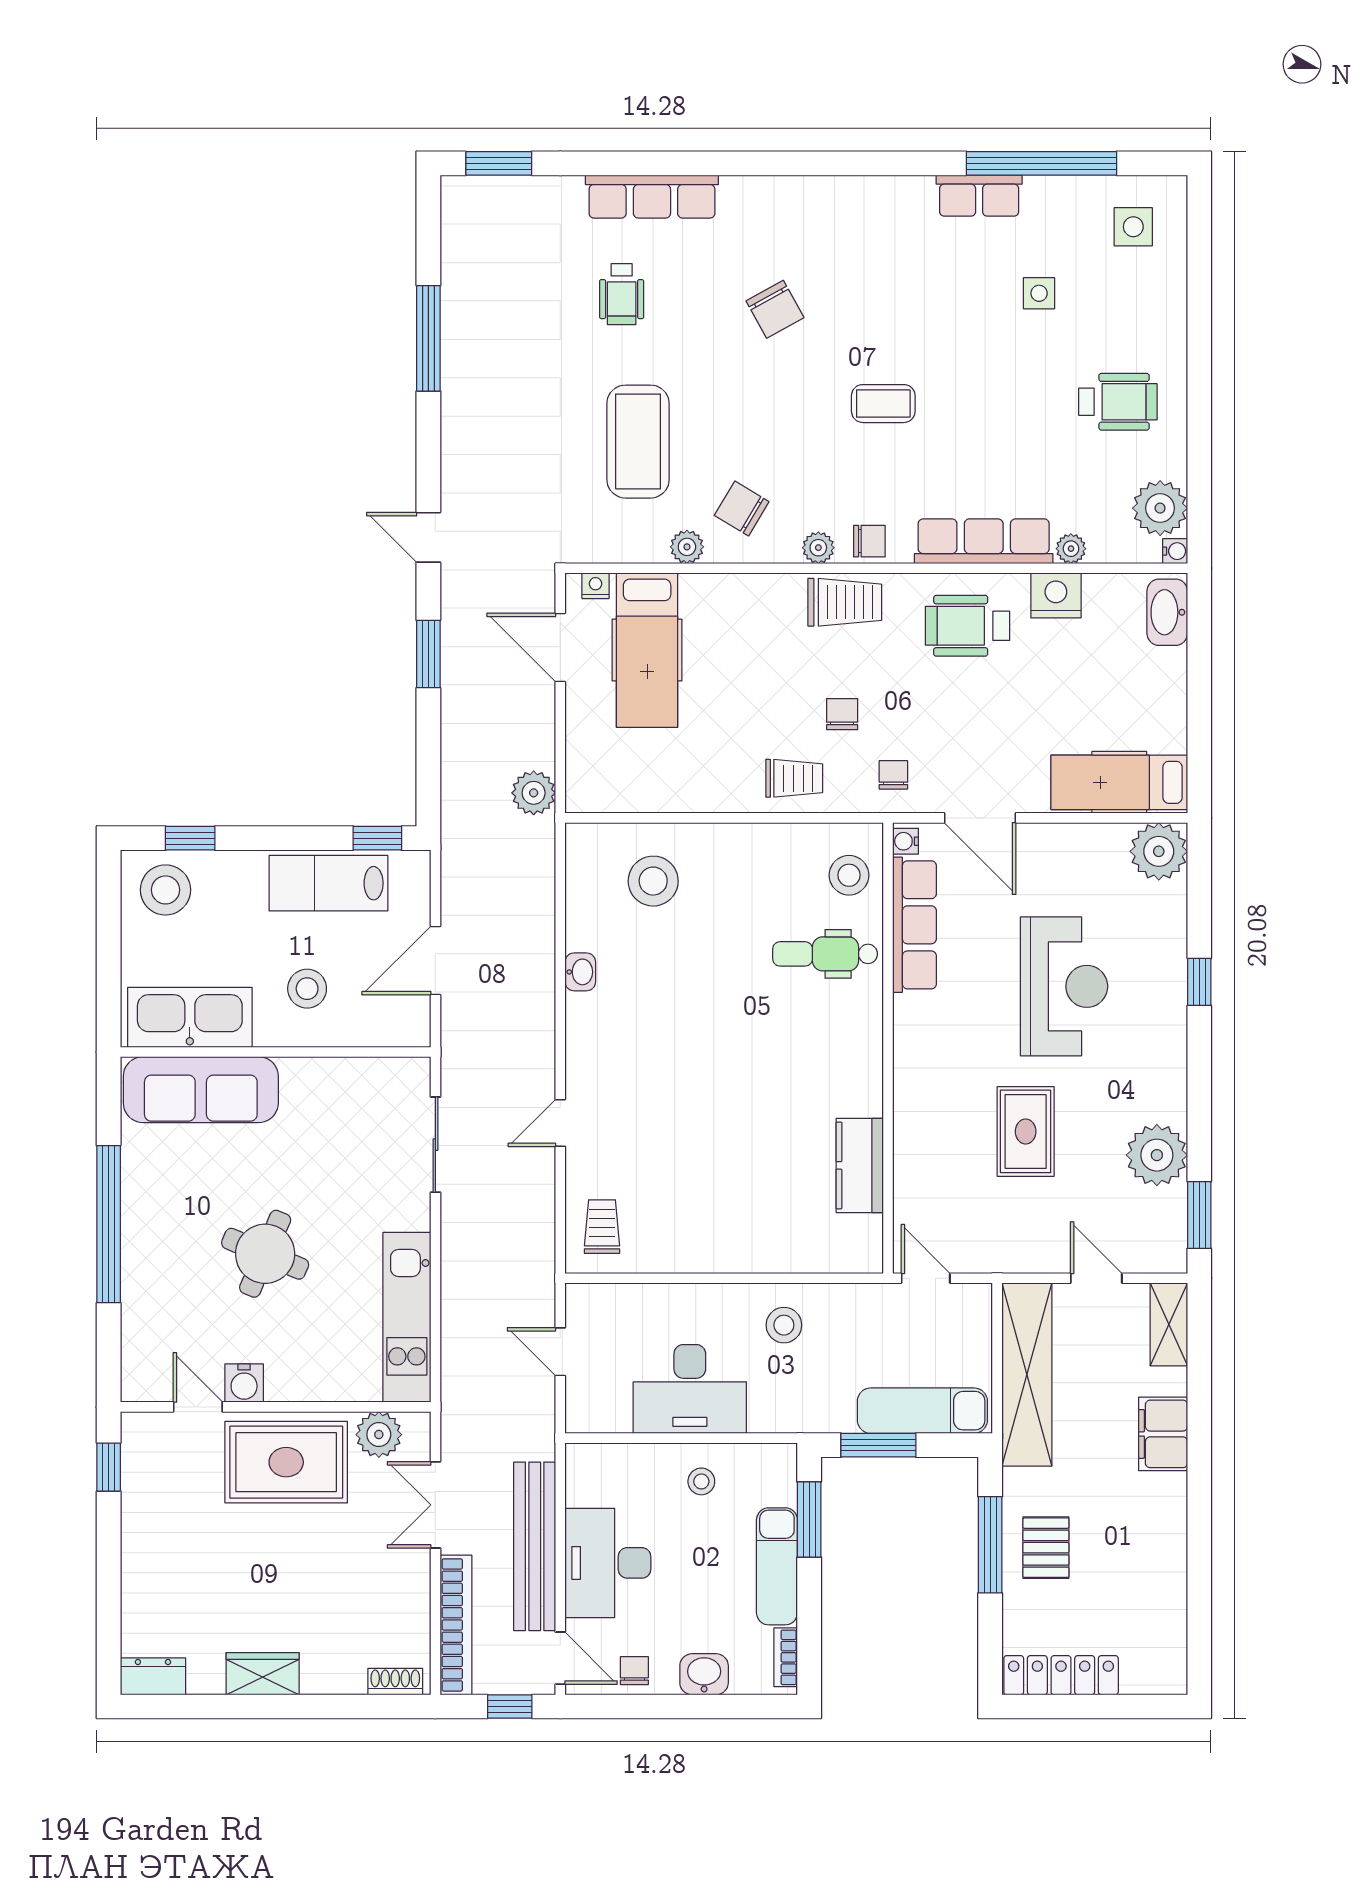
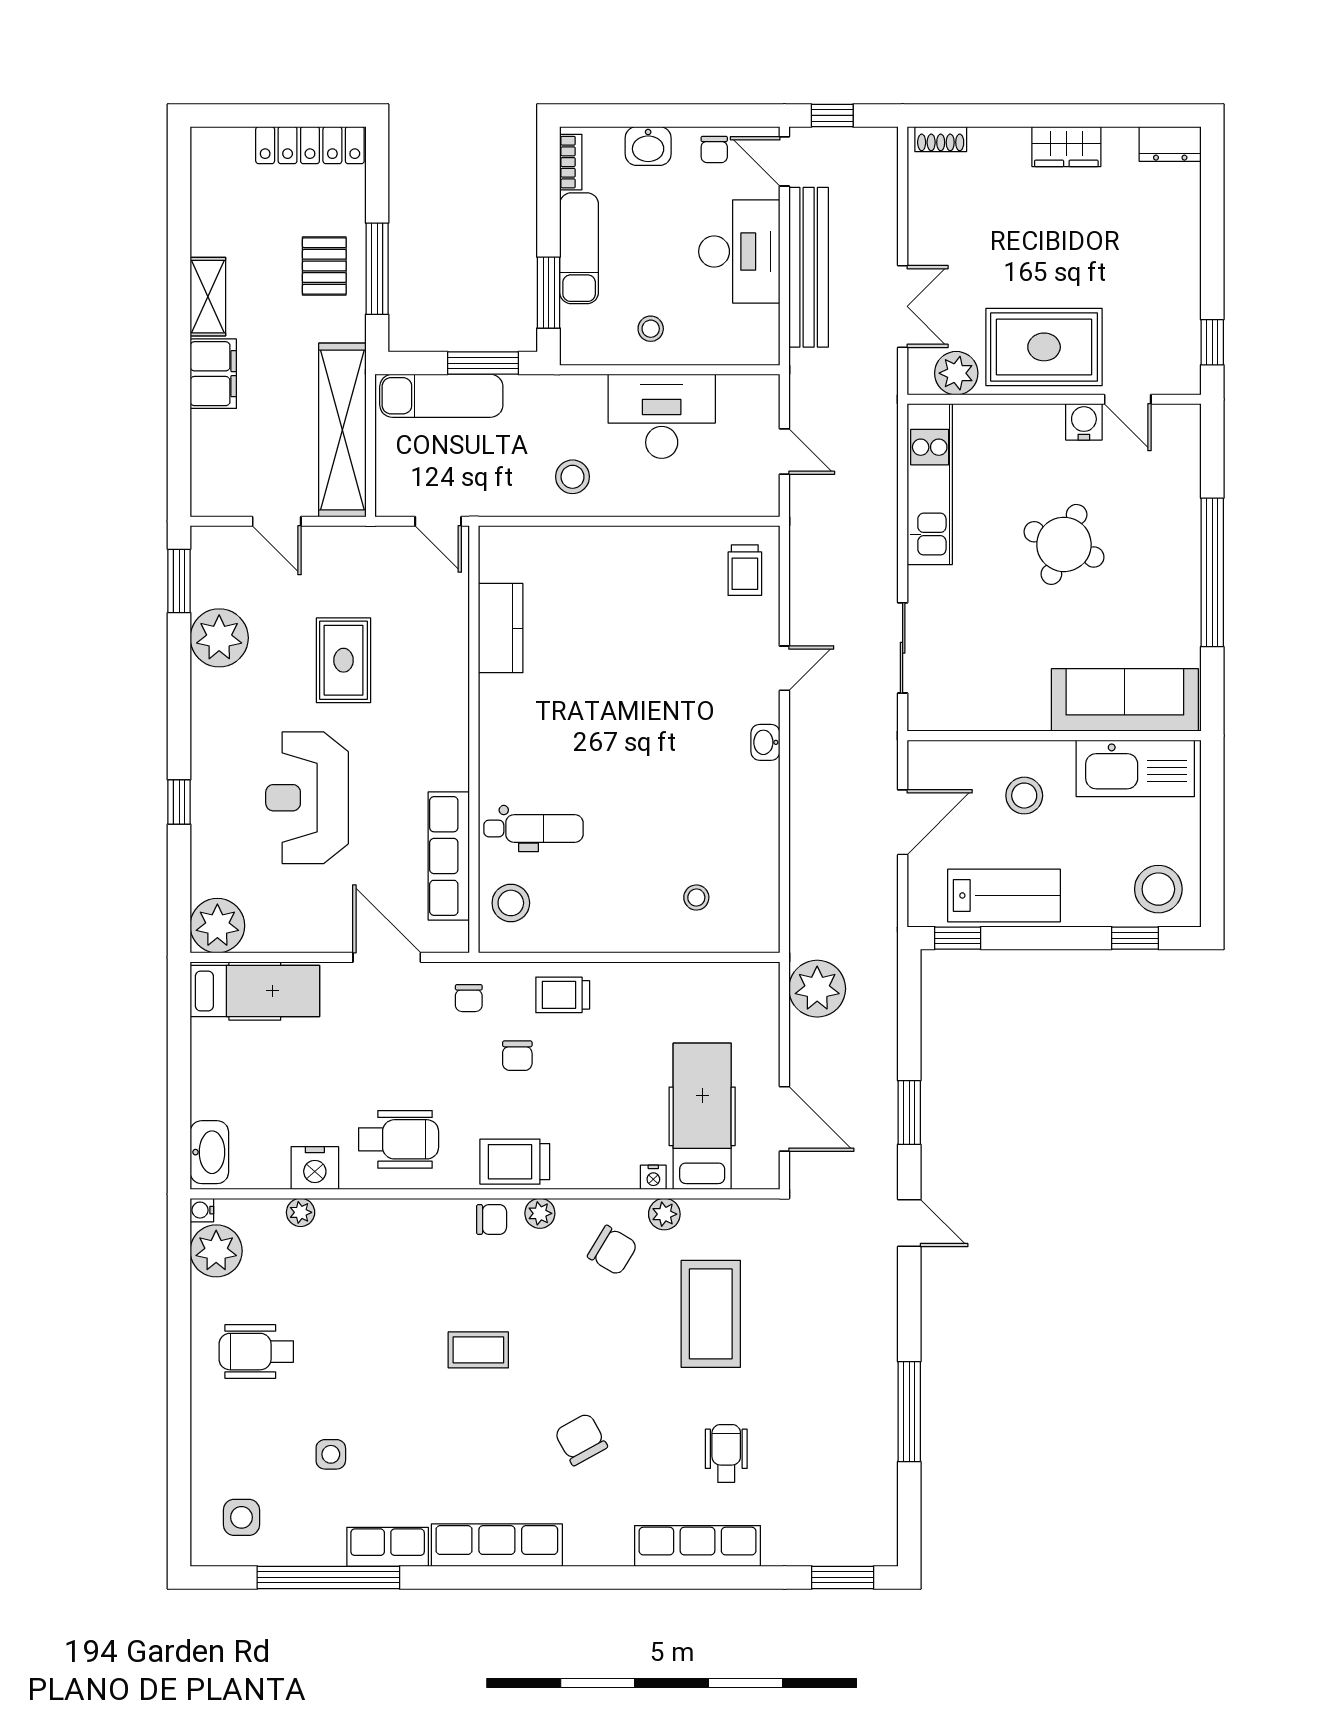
chair: (869, 541) -> (492, 1219), turned 180
row of seats: (984, 541) -> (497, 1545), moved, turned 180
nightstand: (596, 586) -> (653, 1177), moved
plant: (534, 793) -> (817, 989), width x1.36, depth x1.36
water cooler: (906, 841) -> (457, 935), removed
stool: (653, 881) -> (696, 898), width x0.53, depth x0.53
washbasin: (580, 972) -> (765, 742), moved
shelving: (1169, 1324) -> (208, 297), moved
bookcase: (456, 1625) -> (883, 193), removed

